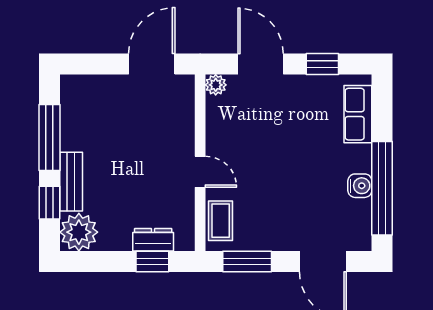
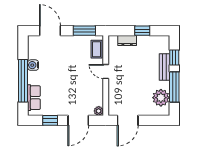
door: (261, 64) -> (78, 120), hinge flipped
window: (382, 188) -> (23, 81), moved
plant: (79, 232) -> (161, 98), moved
window: (152, 261) -> (142, 31), moved

